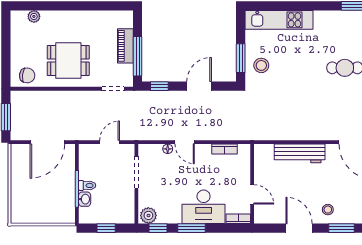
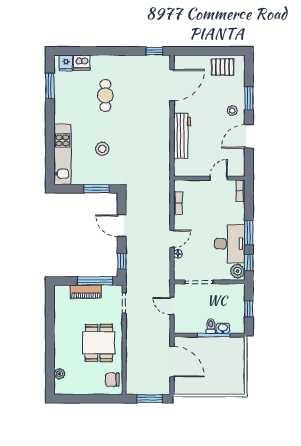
stool: (261, 65) -> (102, 149), moved
chair: (27, 75) -> (112, 380), turned -96
desk: (204, 207) -> (230, 244), moved

